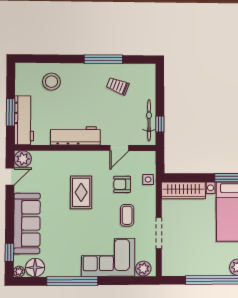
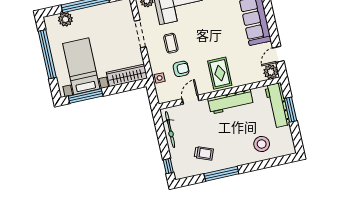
window: (160, 124) -> (168, 166), moved
rug: (81, 192) -> (220, 73), moved

